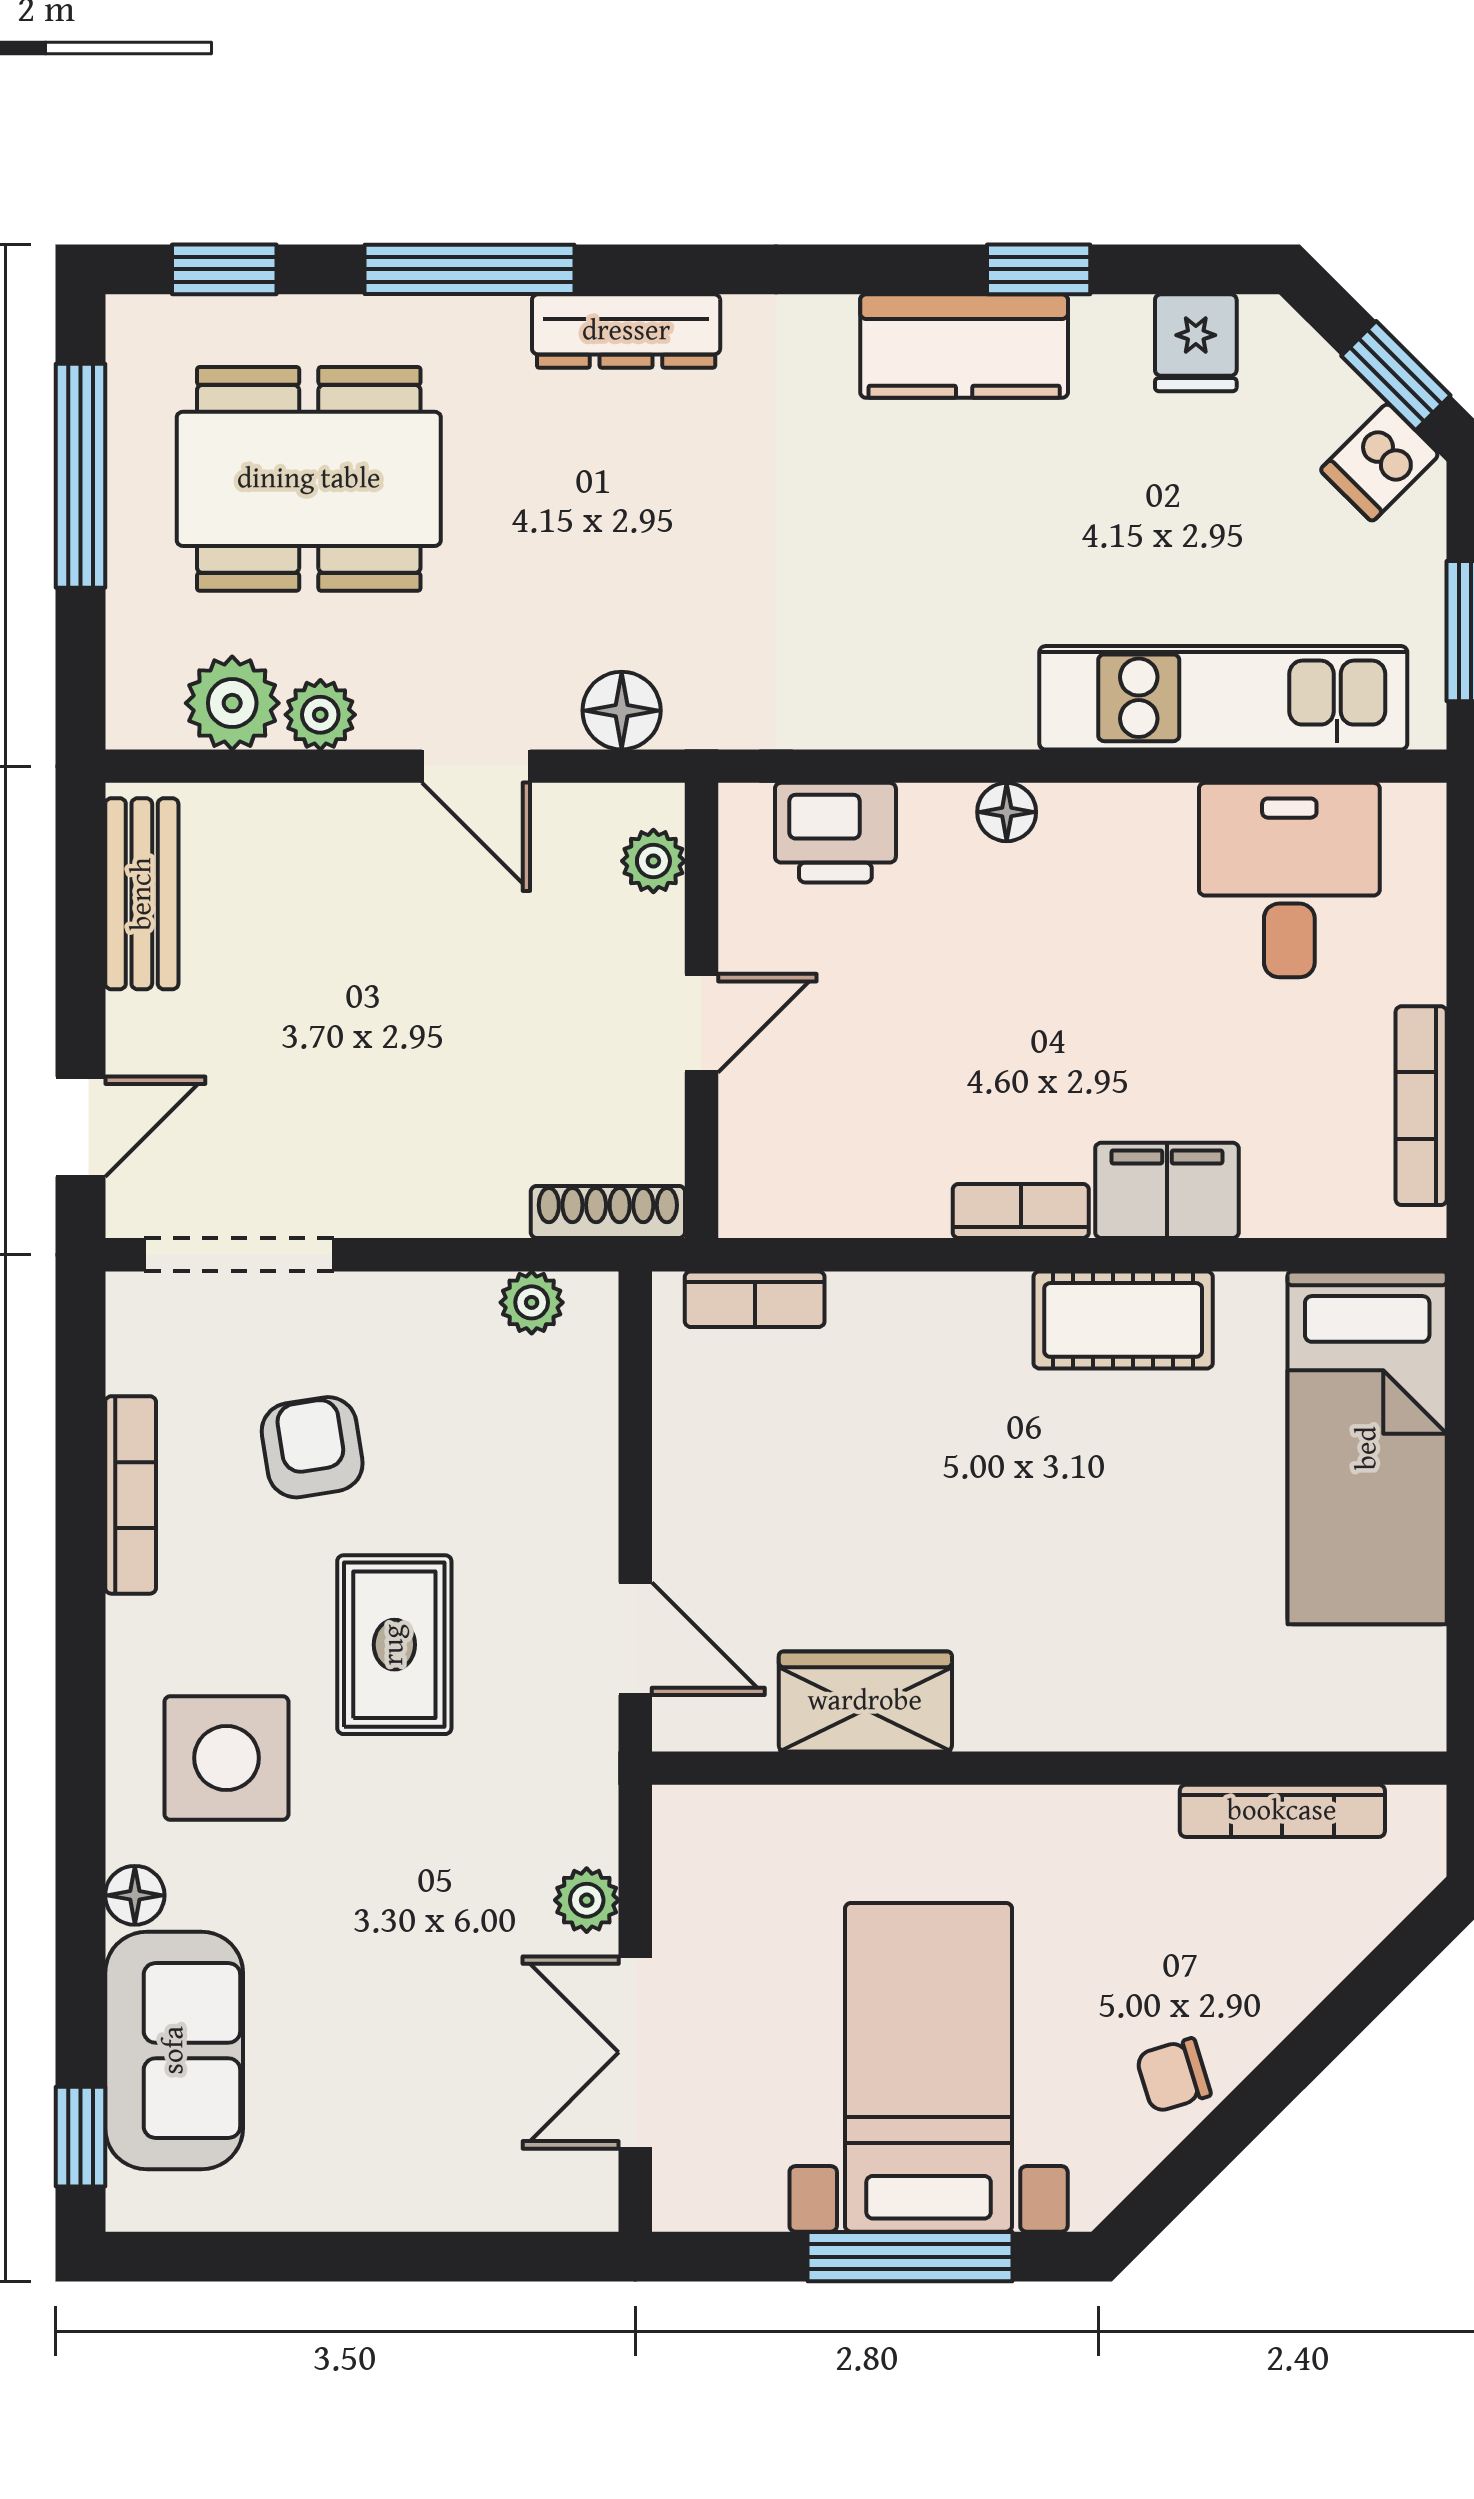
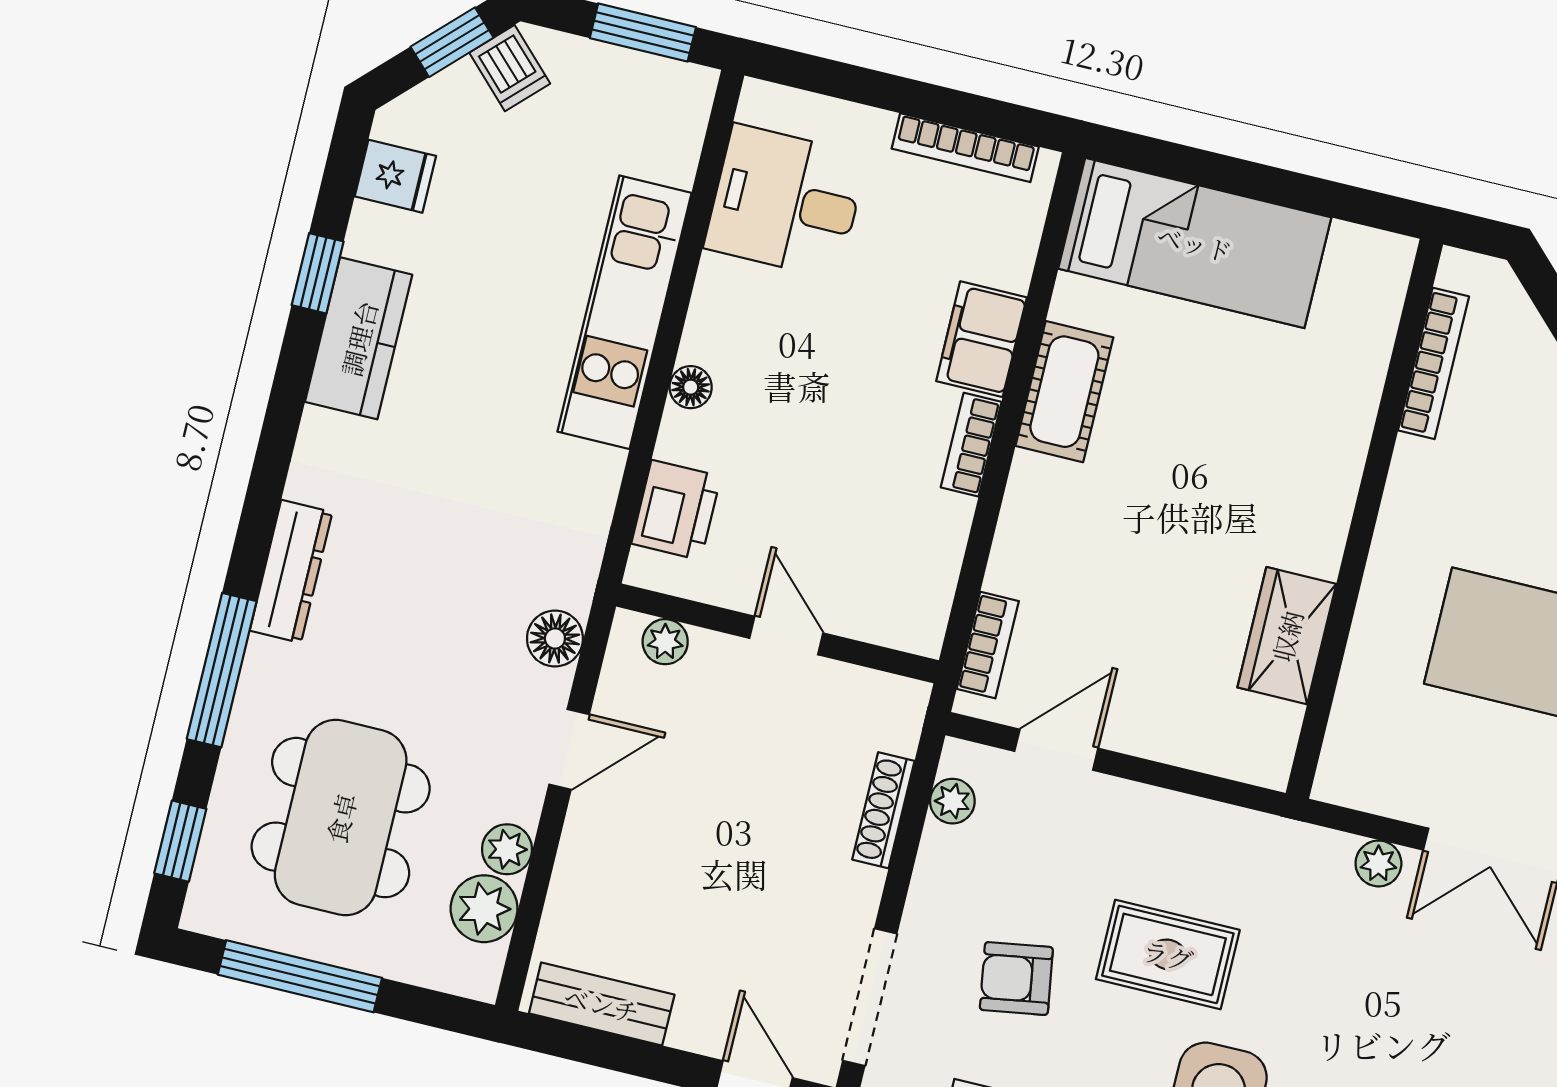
kitchen unit: (1223, 698) -> (624, 312), moved
shoe rack: (608, 1212) -> (883, 810), moved
door: (635, 1639) -> (1056, 750), moved

